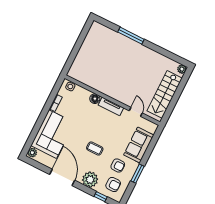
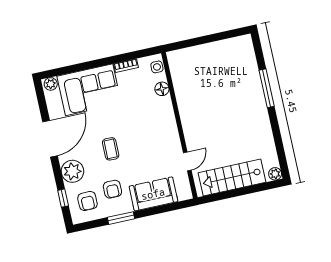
floor lamp: (95, 99) -> (162, 89), moved
tv unit: (111, 106) -> (171, 129), removed

